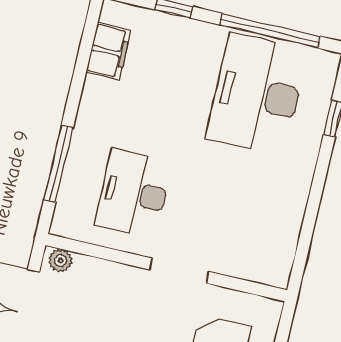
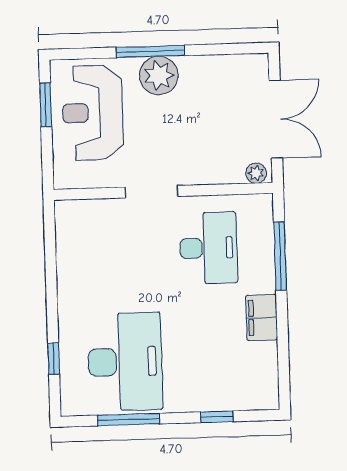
window: (270, 31) -> (128, 420), width x0.68
filing cabinet: (108, 51) -> (262, 318), moved

